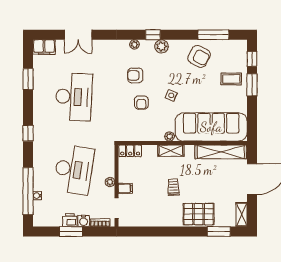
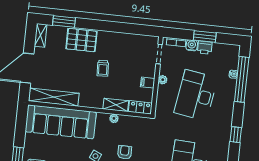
plant: (170, 136) -> (114, 118), moved
shelving: (171, 151) -> (116, 105), moved
filing cabinet: (125, 188) -> (148, 83), moved

